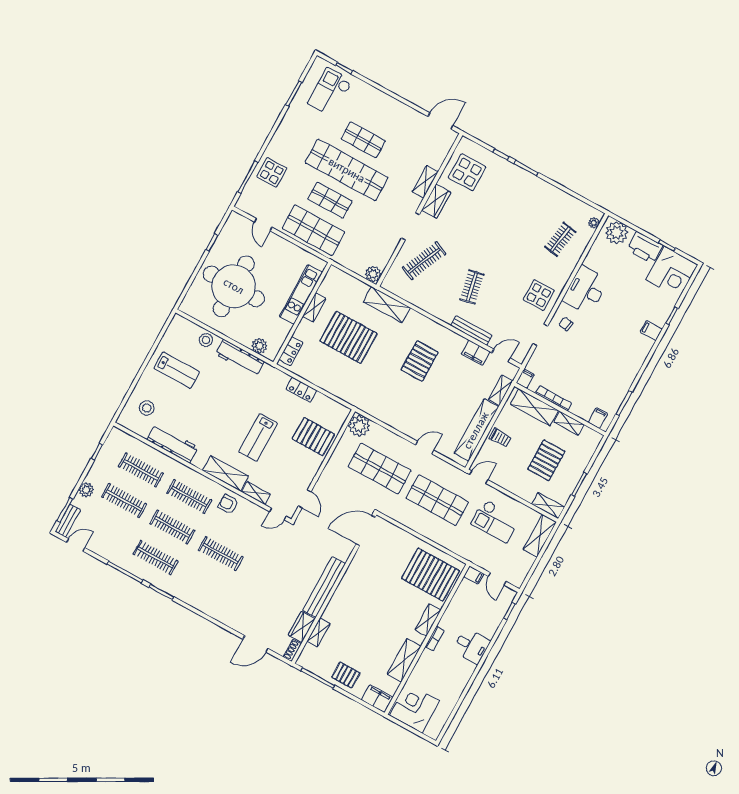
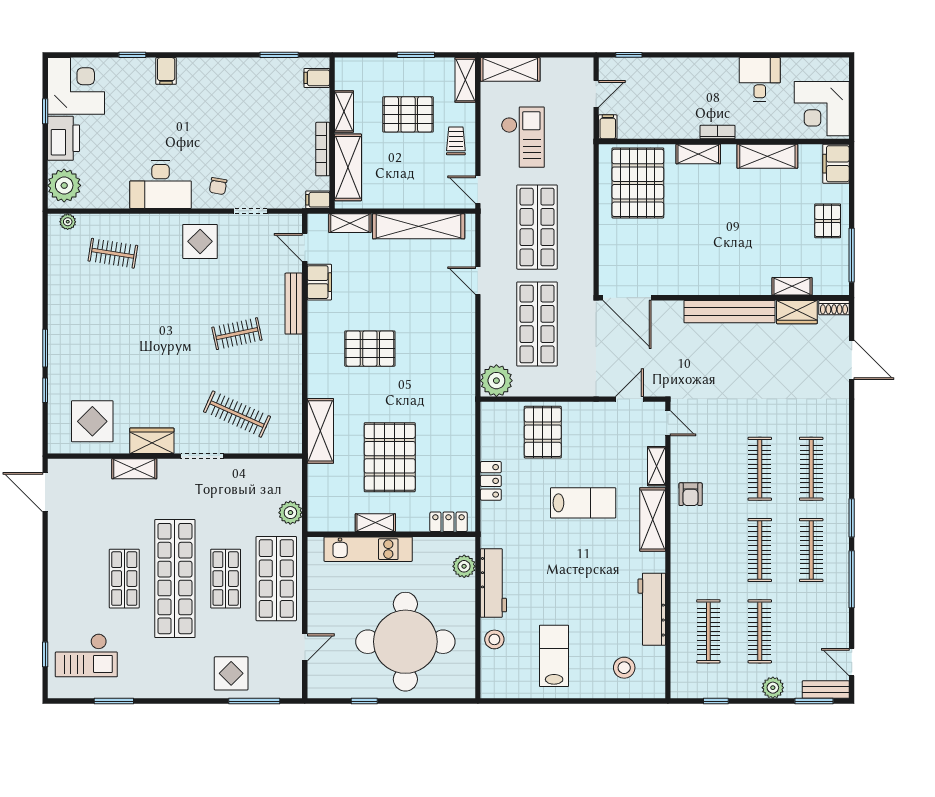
plant: (373, 274) -> (290, 513), moved
trolley: (500, 438) -> (456, 141), moved
clothes rail: (189, 496) -> (811, 469), moved
desk: (471, 646) -> (760, 79), moved

